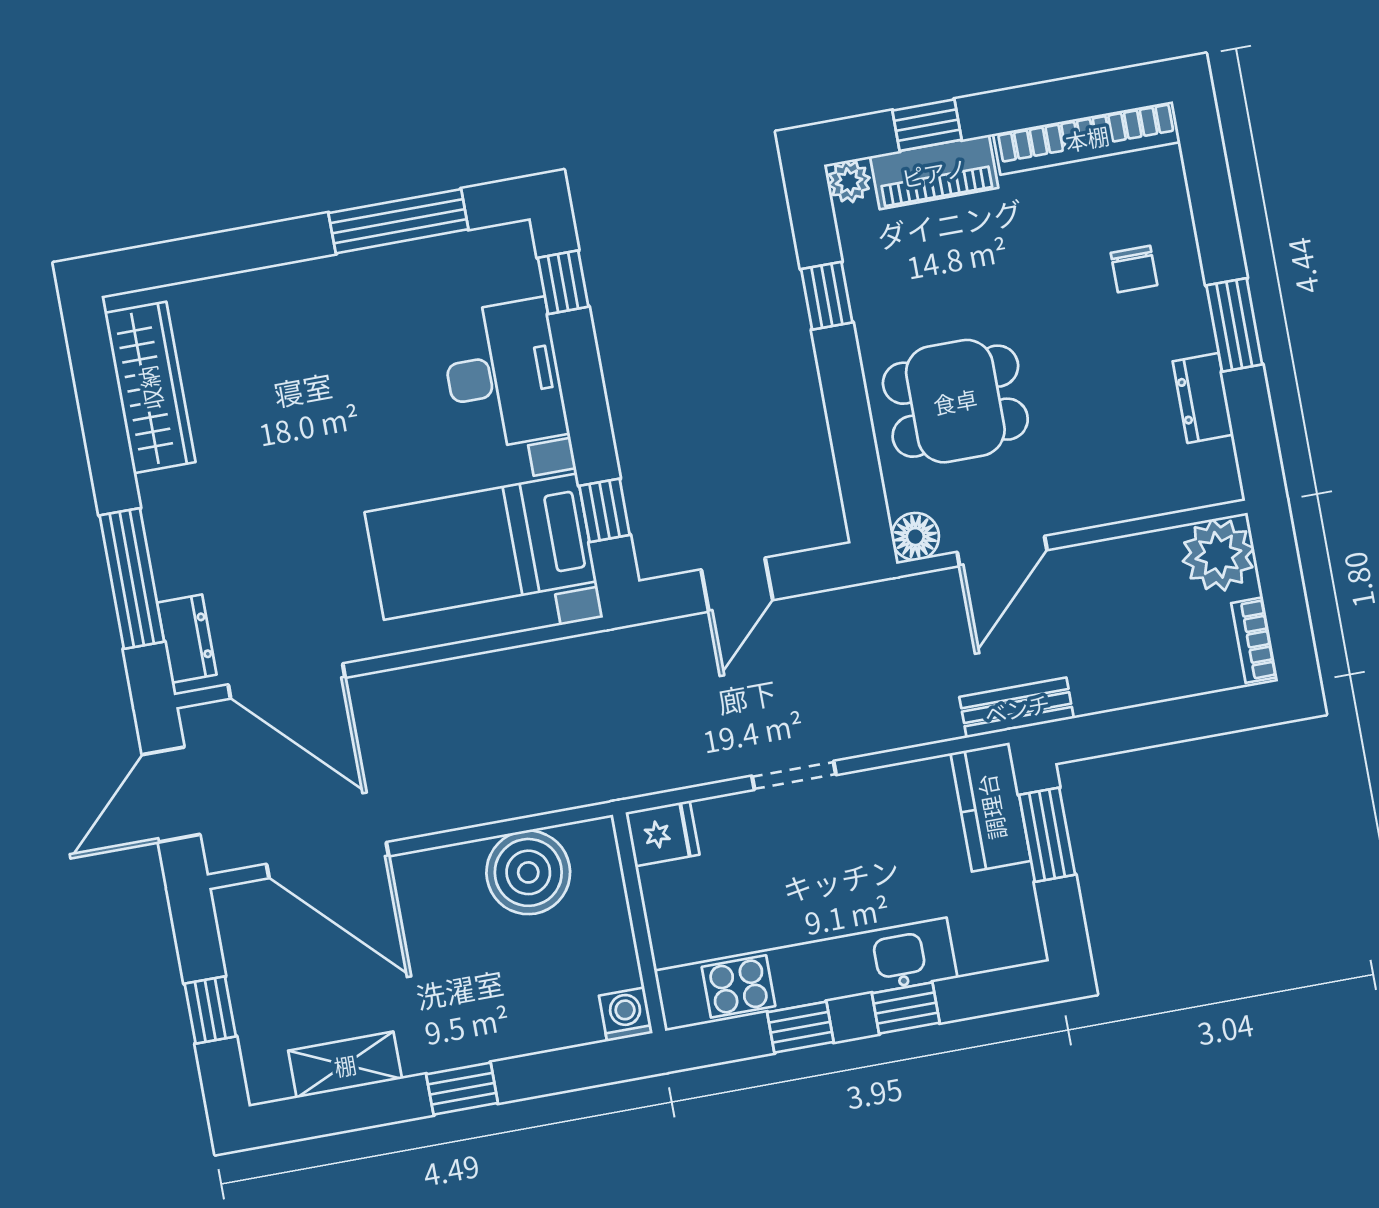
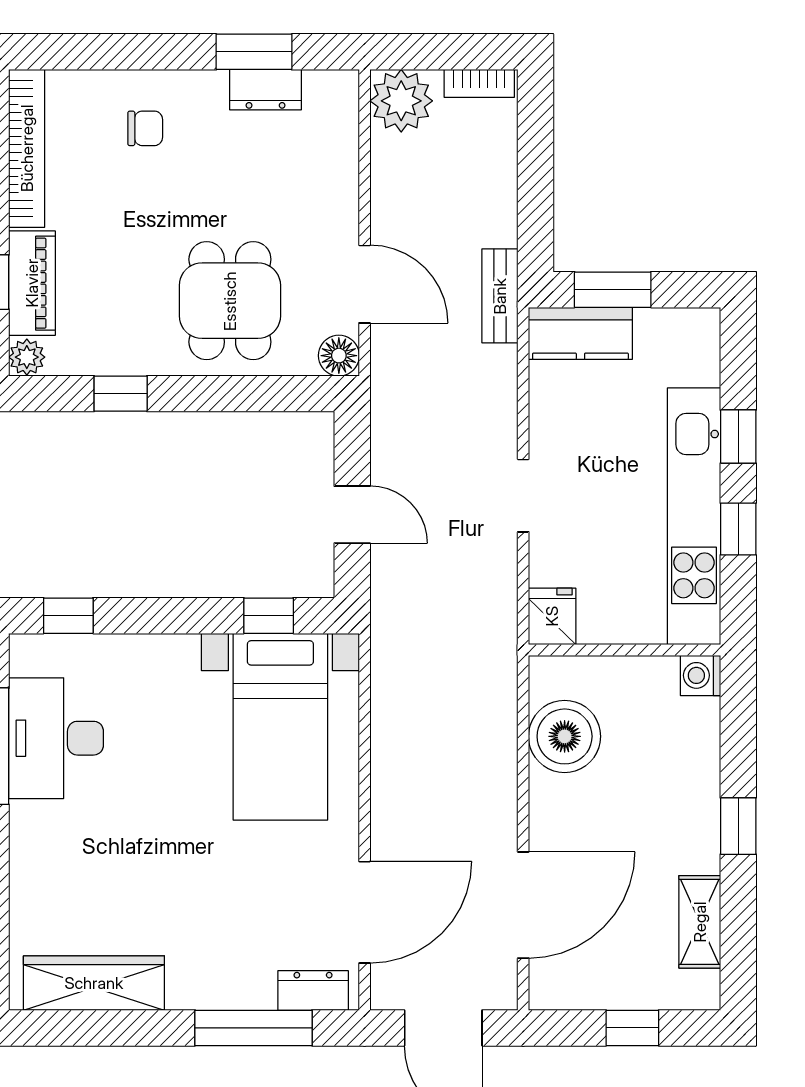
window: (1234, 325) -> (254, 52), moved
desk: (503, 375) -> (56, 738), moved, turned -90

